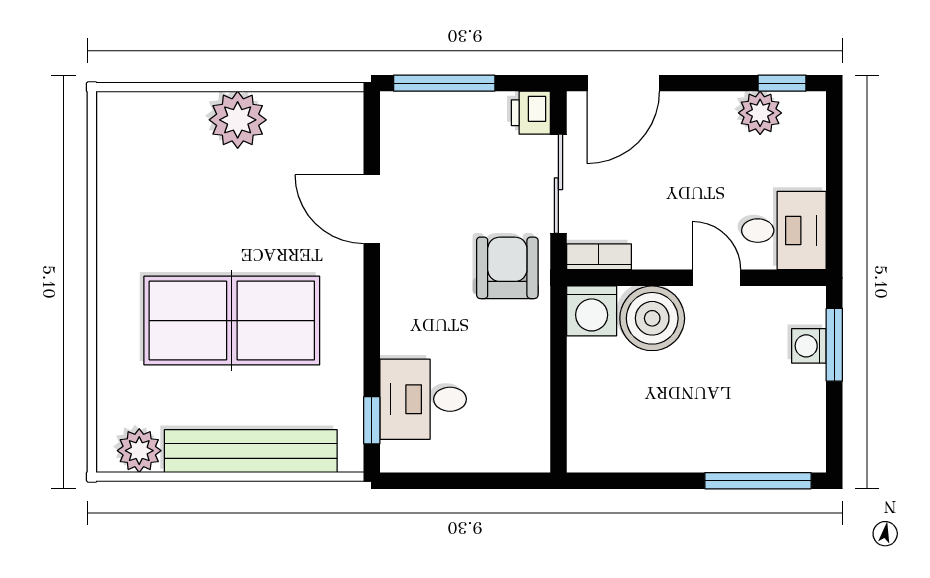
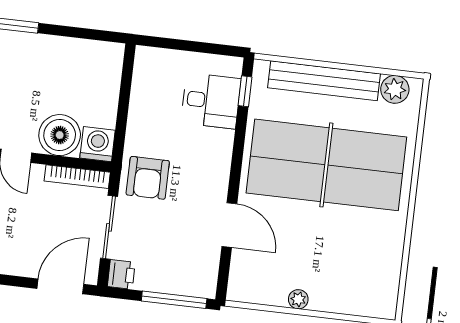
plant: (238, 120) -> (298, 299), width x0.53, depth x0.53
bookcase: (599, 257) -> (77, 177), width x1.56
table tennis table: (232, 321) -> (326, 165), width x1.36, depth x1.32

